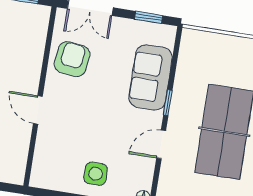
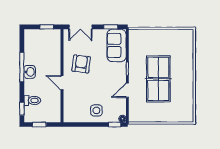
armchair: (72, 59) -> (81, 64), moved
sofa: (151, 77) -> (117, 45), moved

